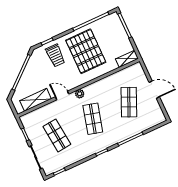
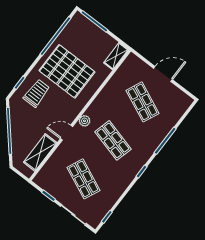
trolley: (55, 55) -> (37, 93), turned -90
shop shelf: (57, 135) -> (83, 179), turned 30

